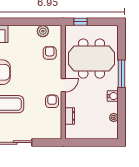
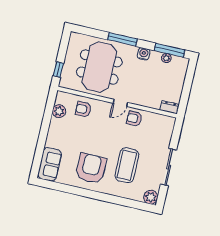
door: (63, 85) -> (120, 103), swing flipped
dresser: (70, 116) -> (170, 107), moved
window: (121, 119) -> (170, 50), added

